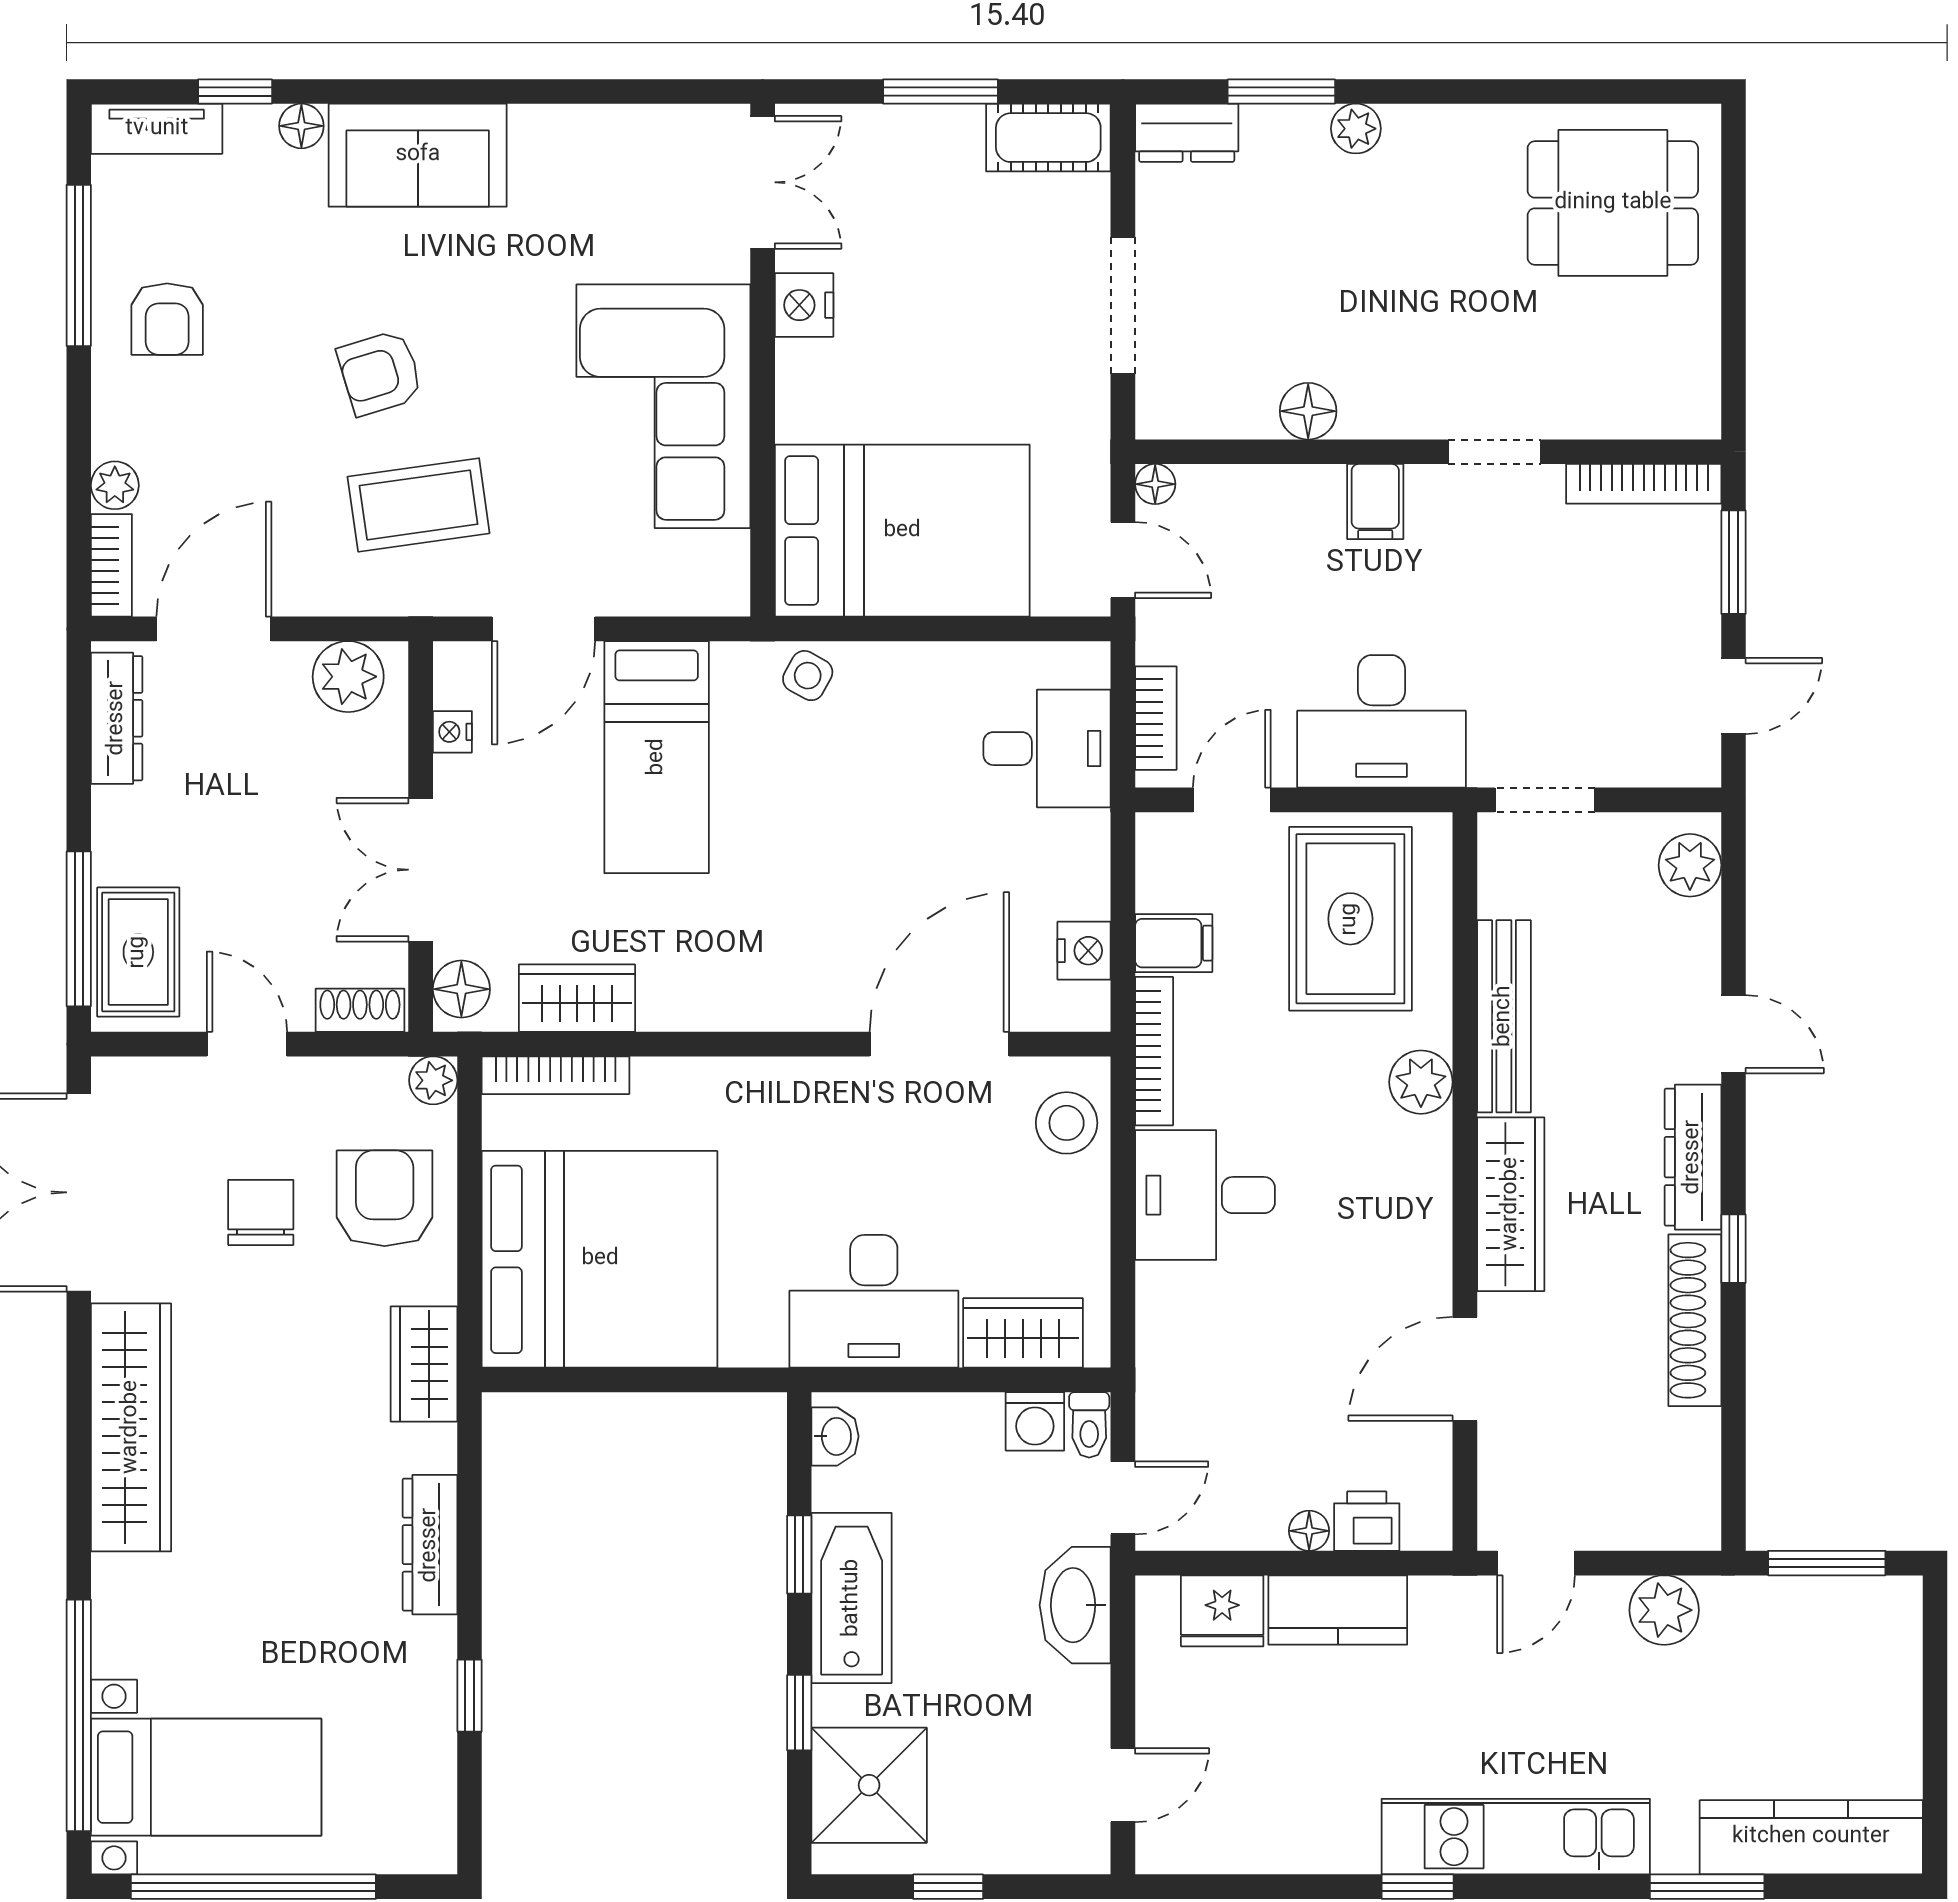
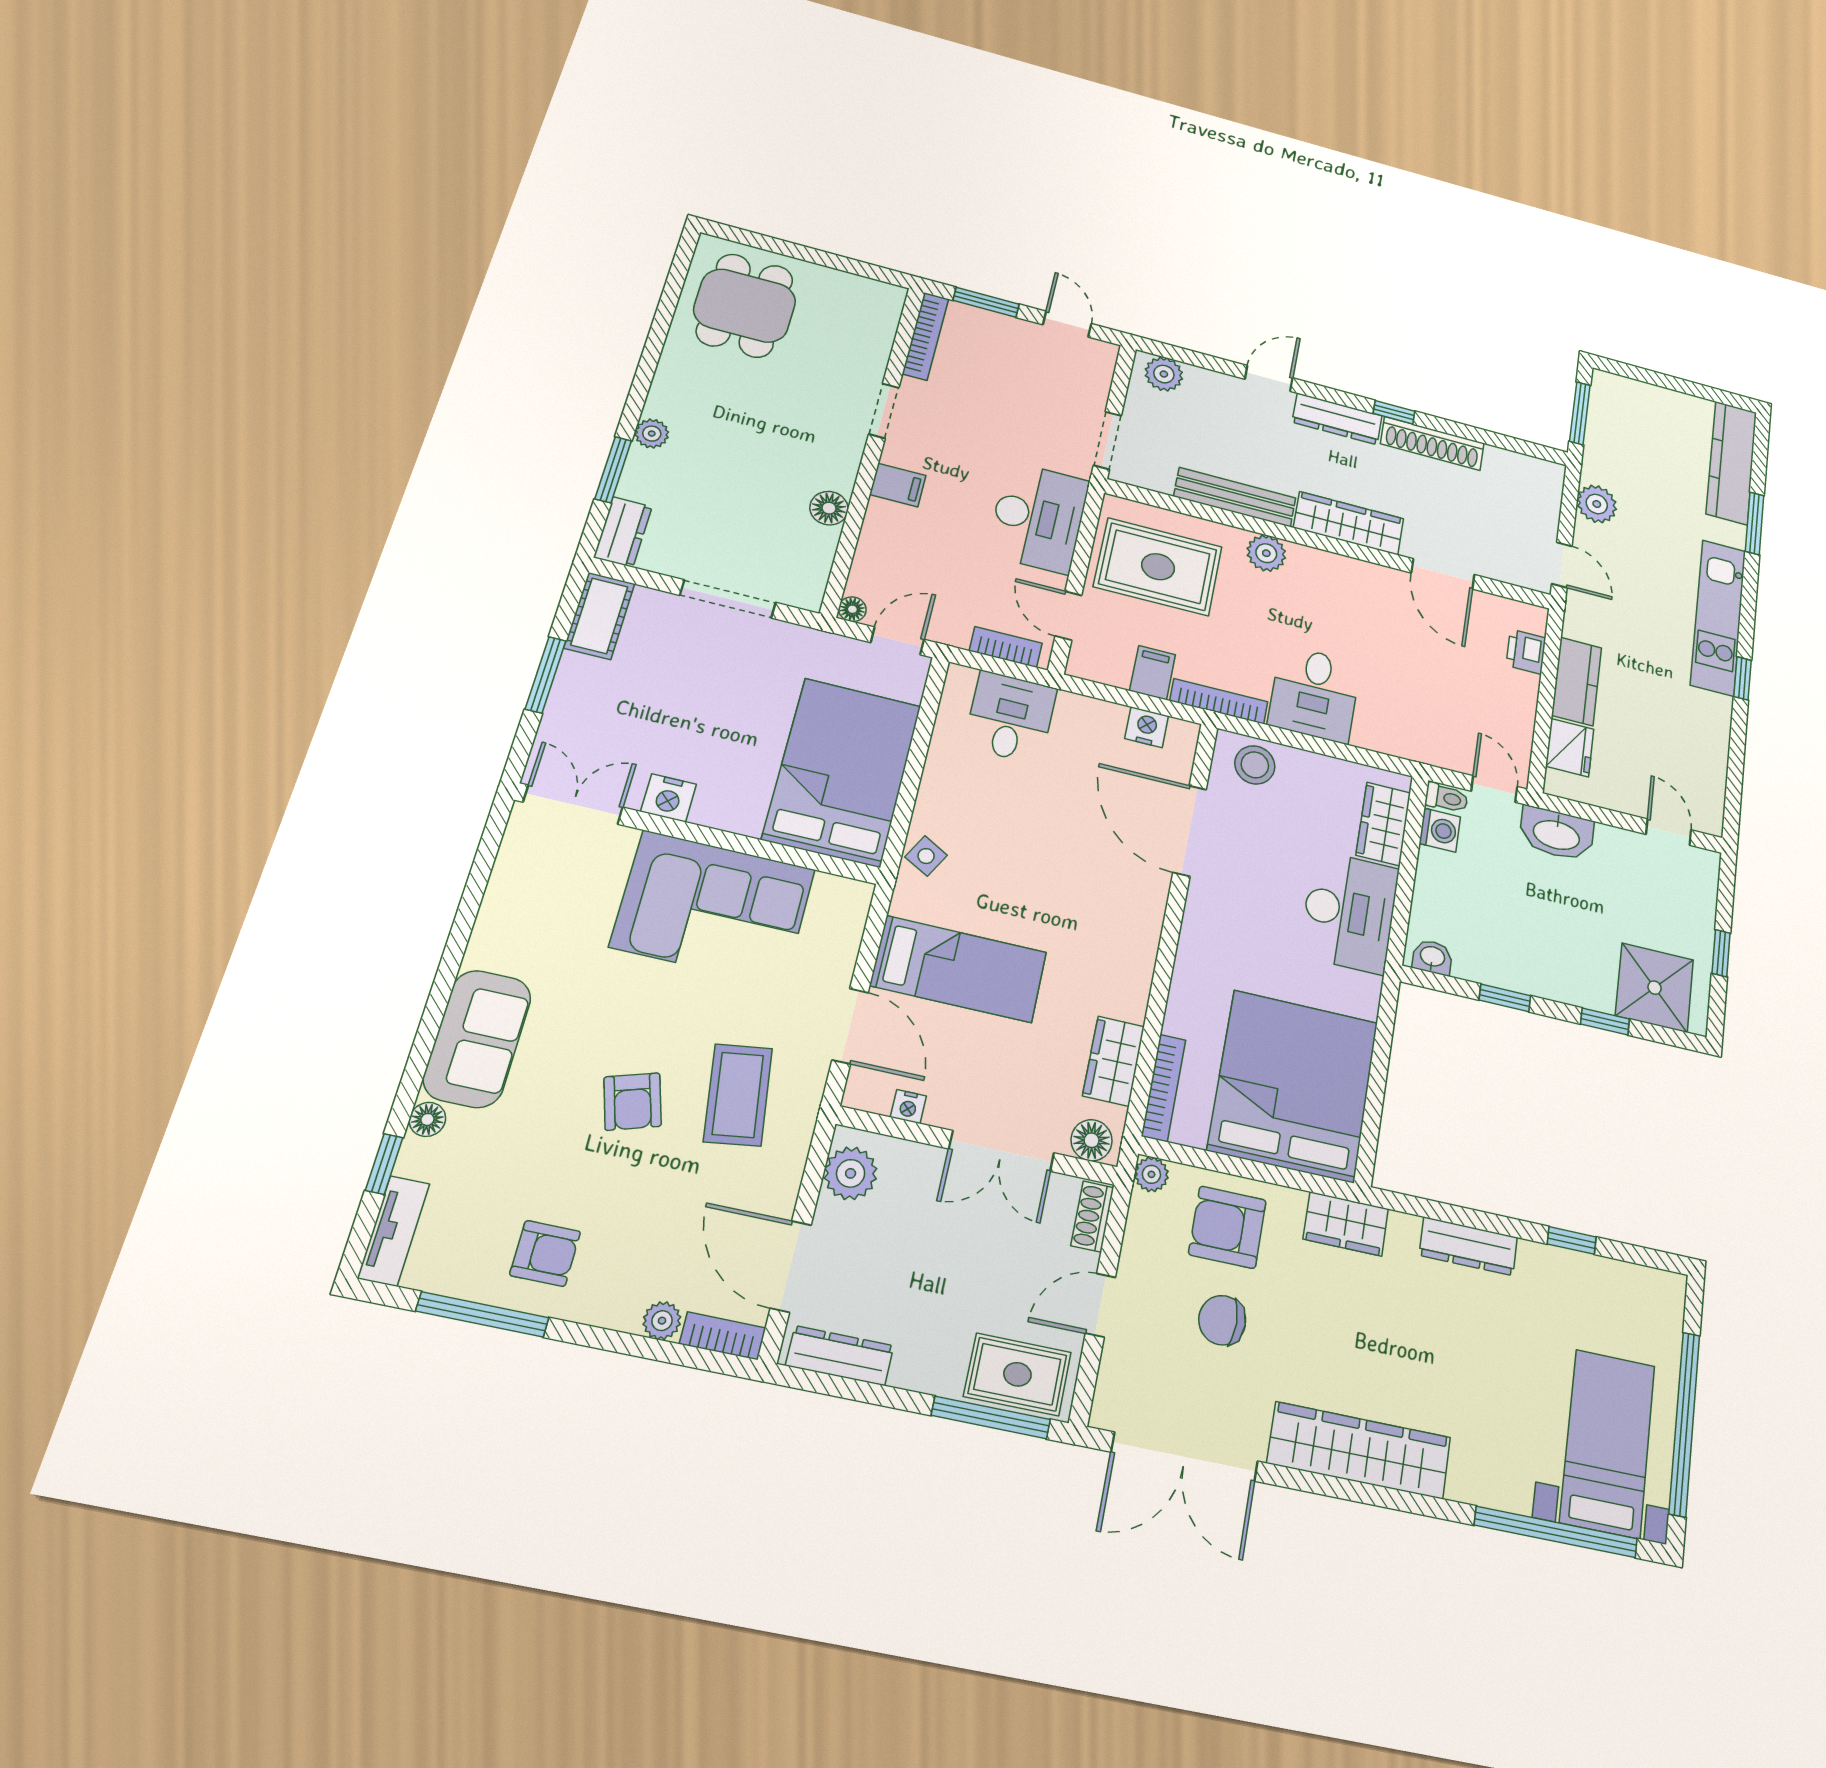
floor lamp: (1309, 1531) -> (1528, 686), removed
bathtub: (852, 1598) -> (1536, 971), removed

